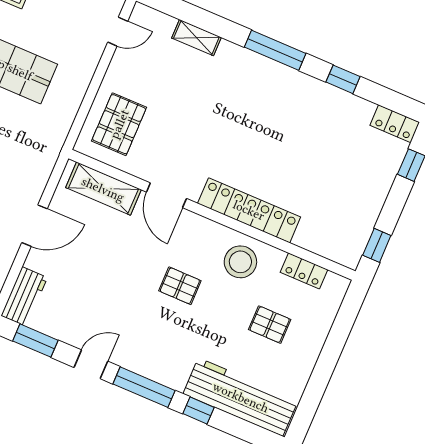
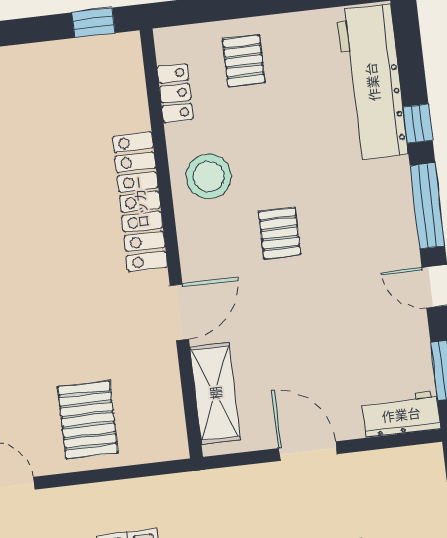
pallet: (119, 124) -> (88, 420), moved, turned 90
pallet: (270, 325) -> (244, 61), moved

